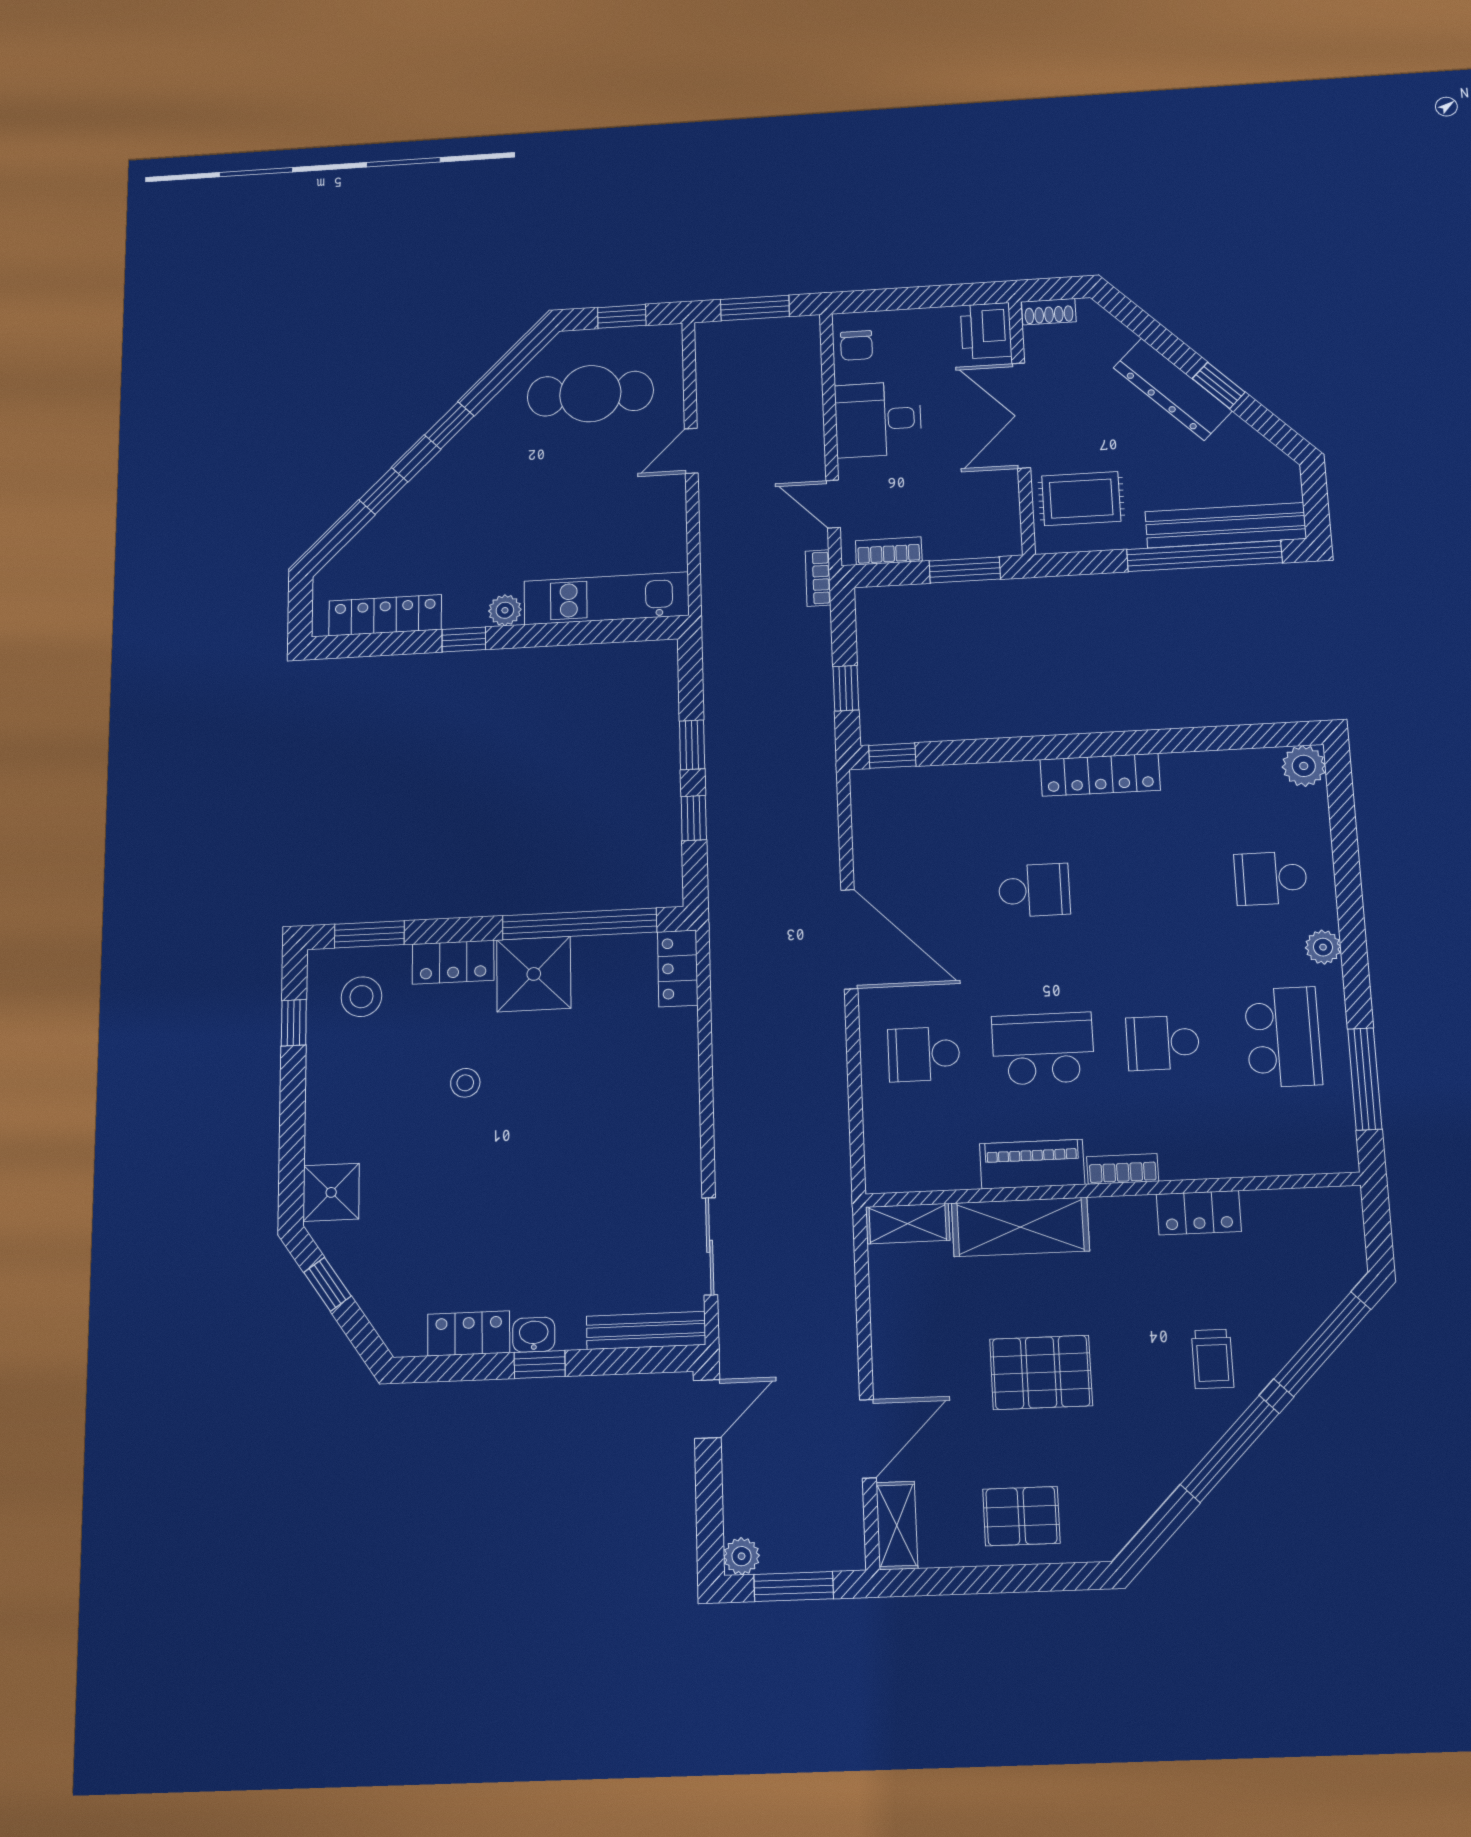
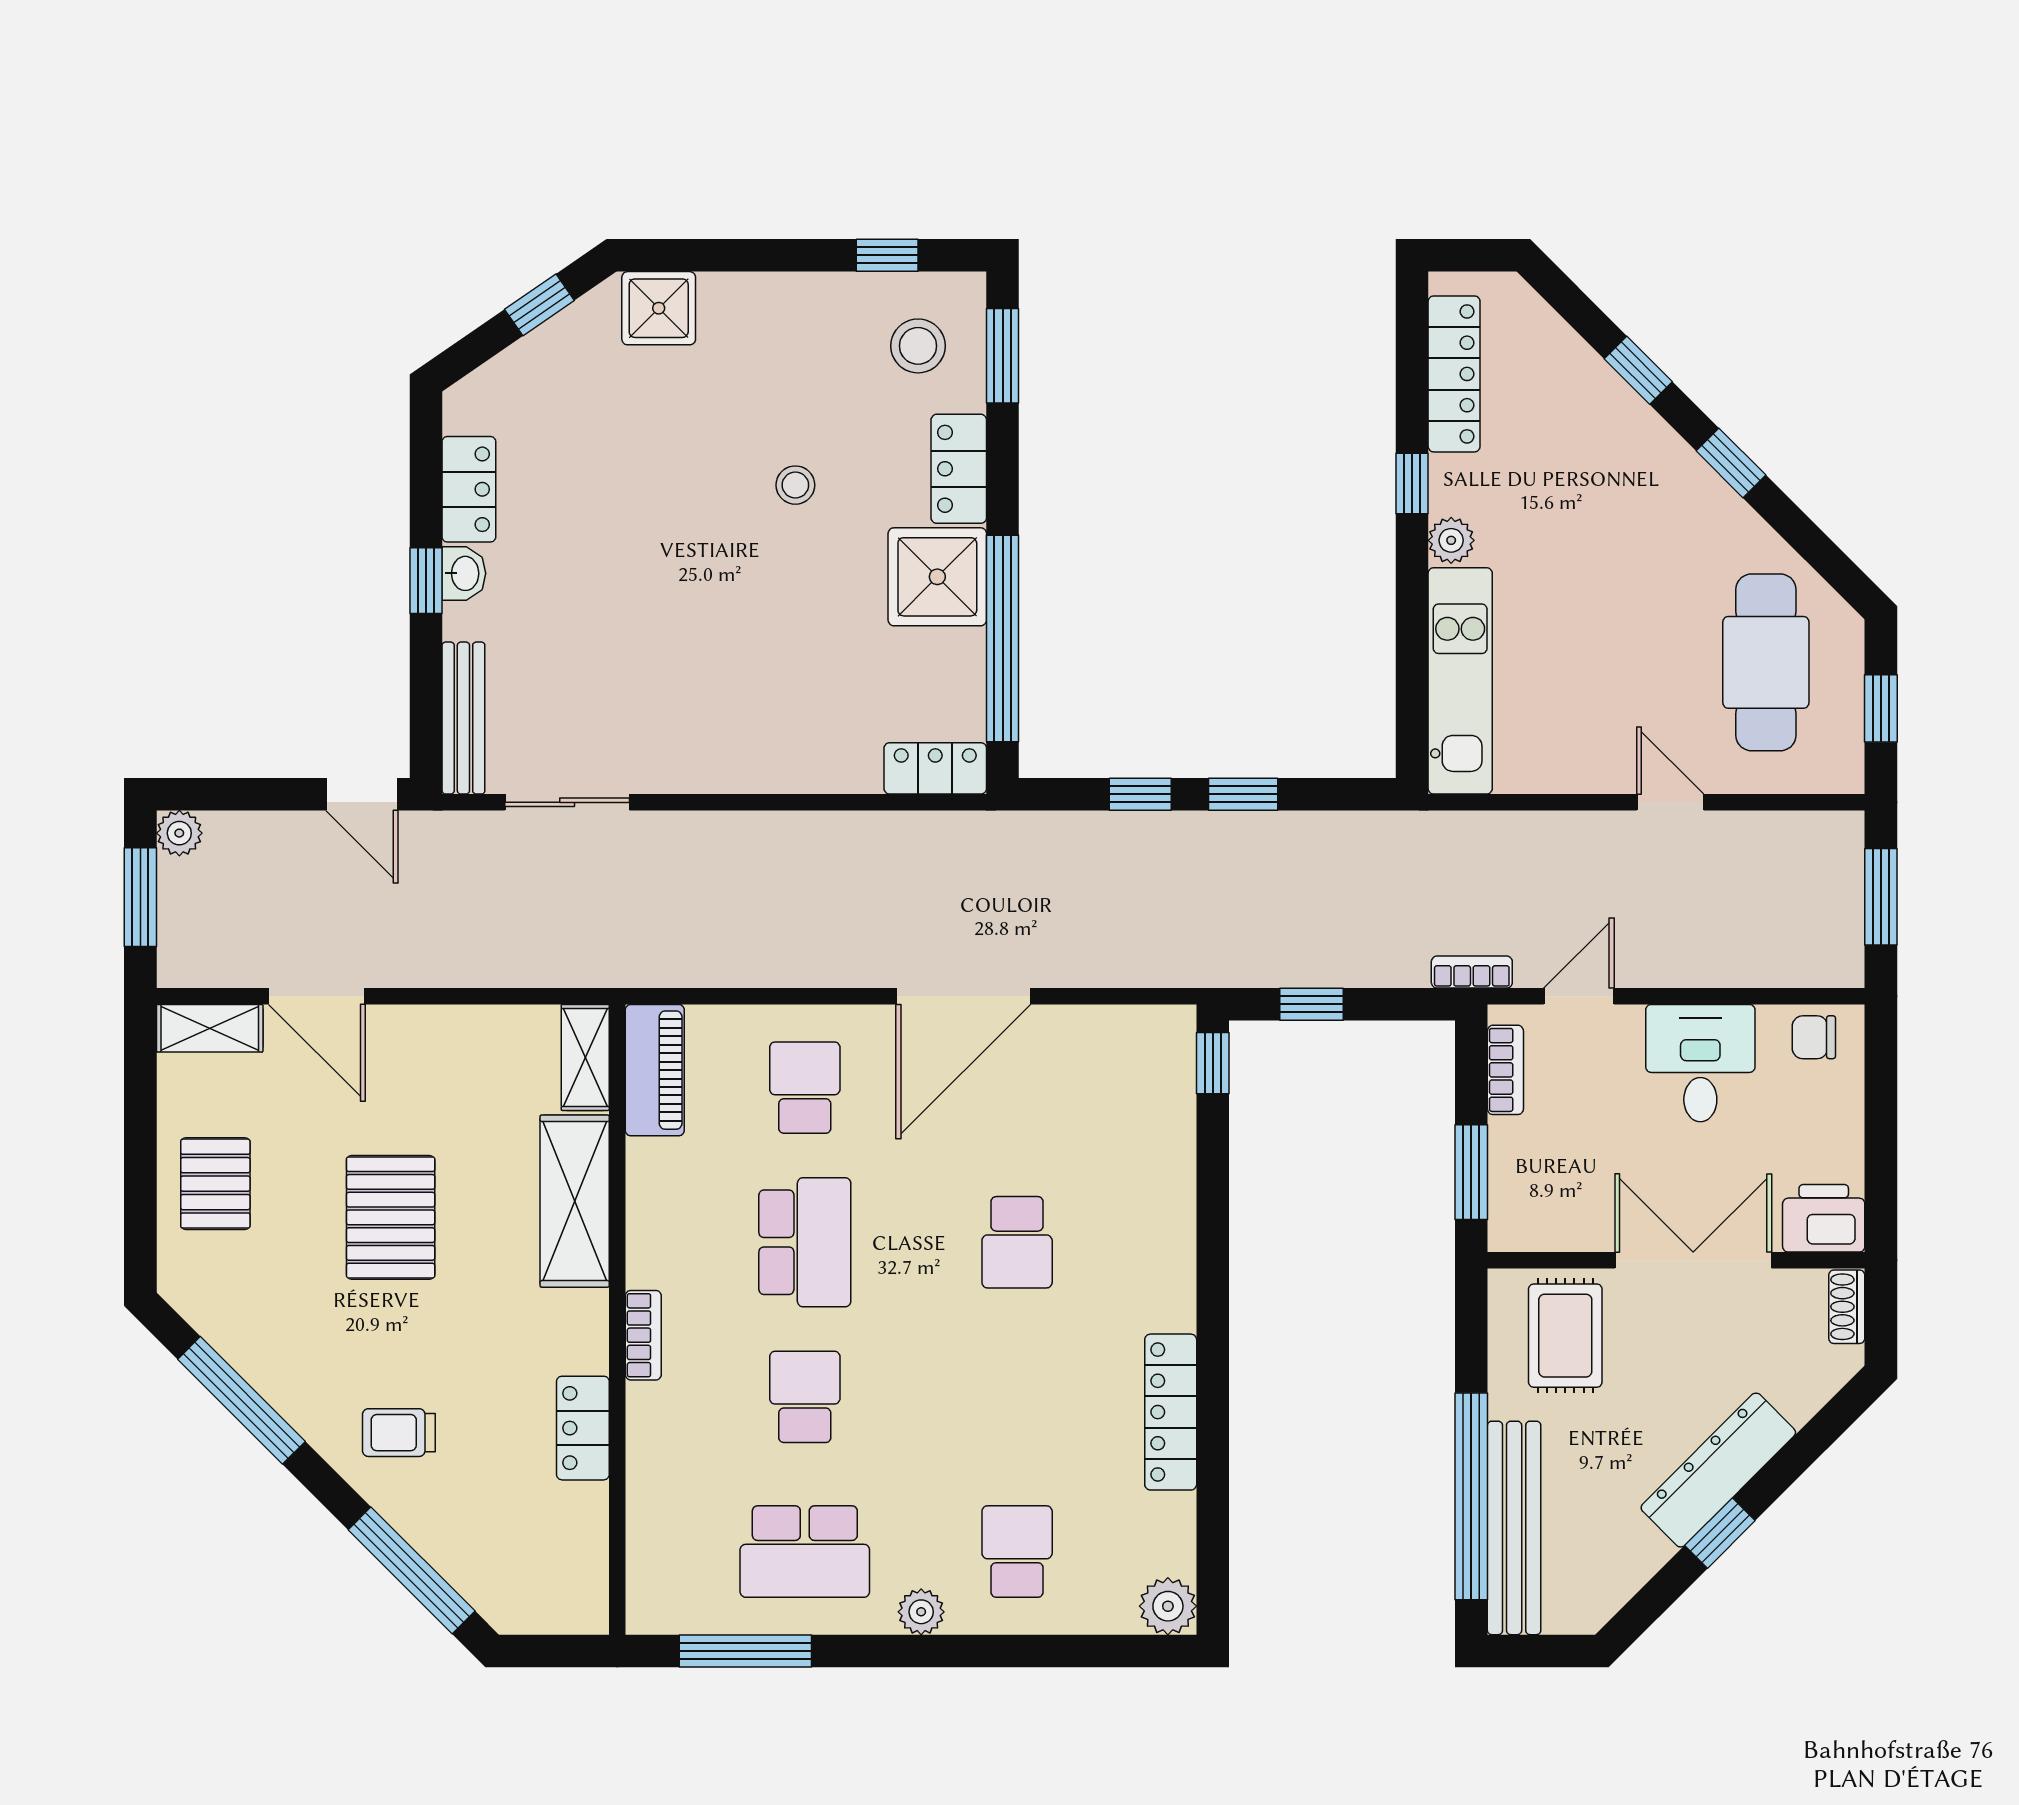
locker: (1100, 775) -> (1171, 1412), moved
piano: (1032, 1164) -> (655, 1070), moved
window: (1230, 1449) -> (241, 1400), moved

